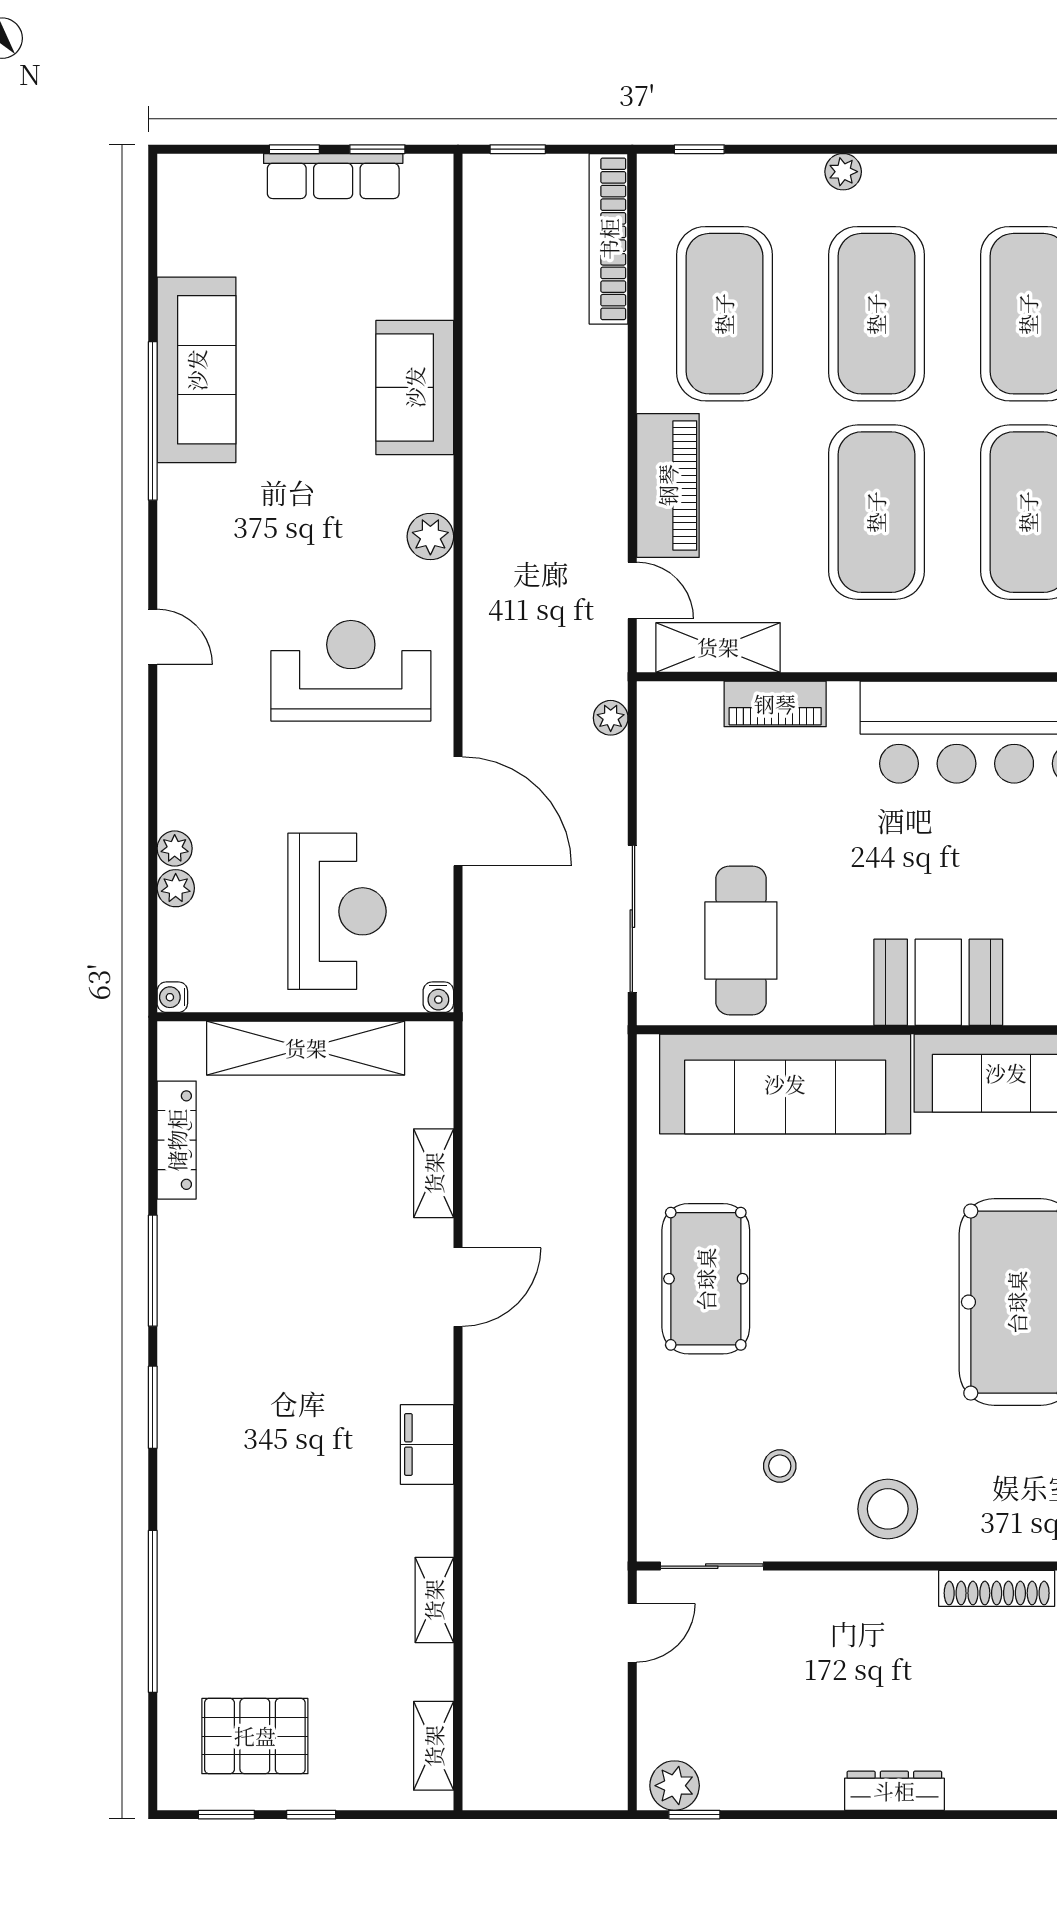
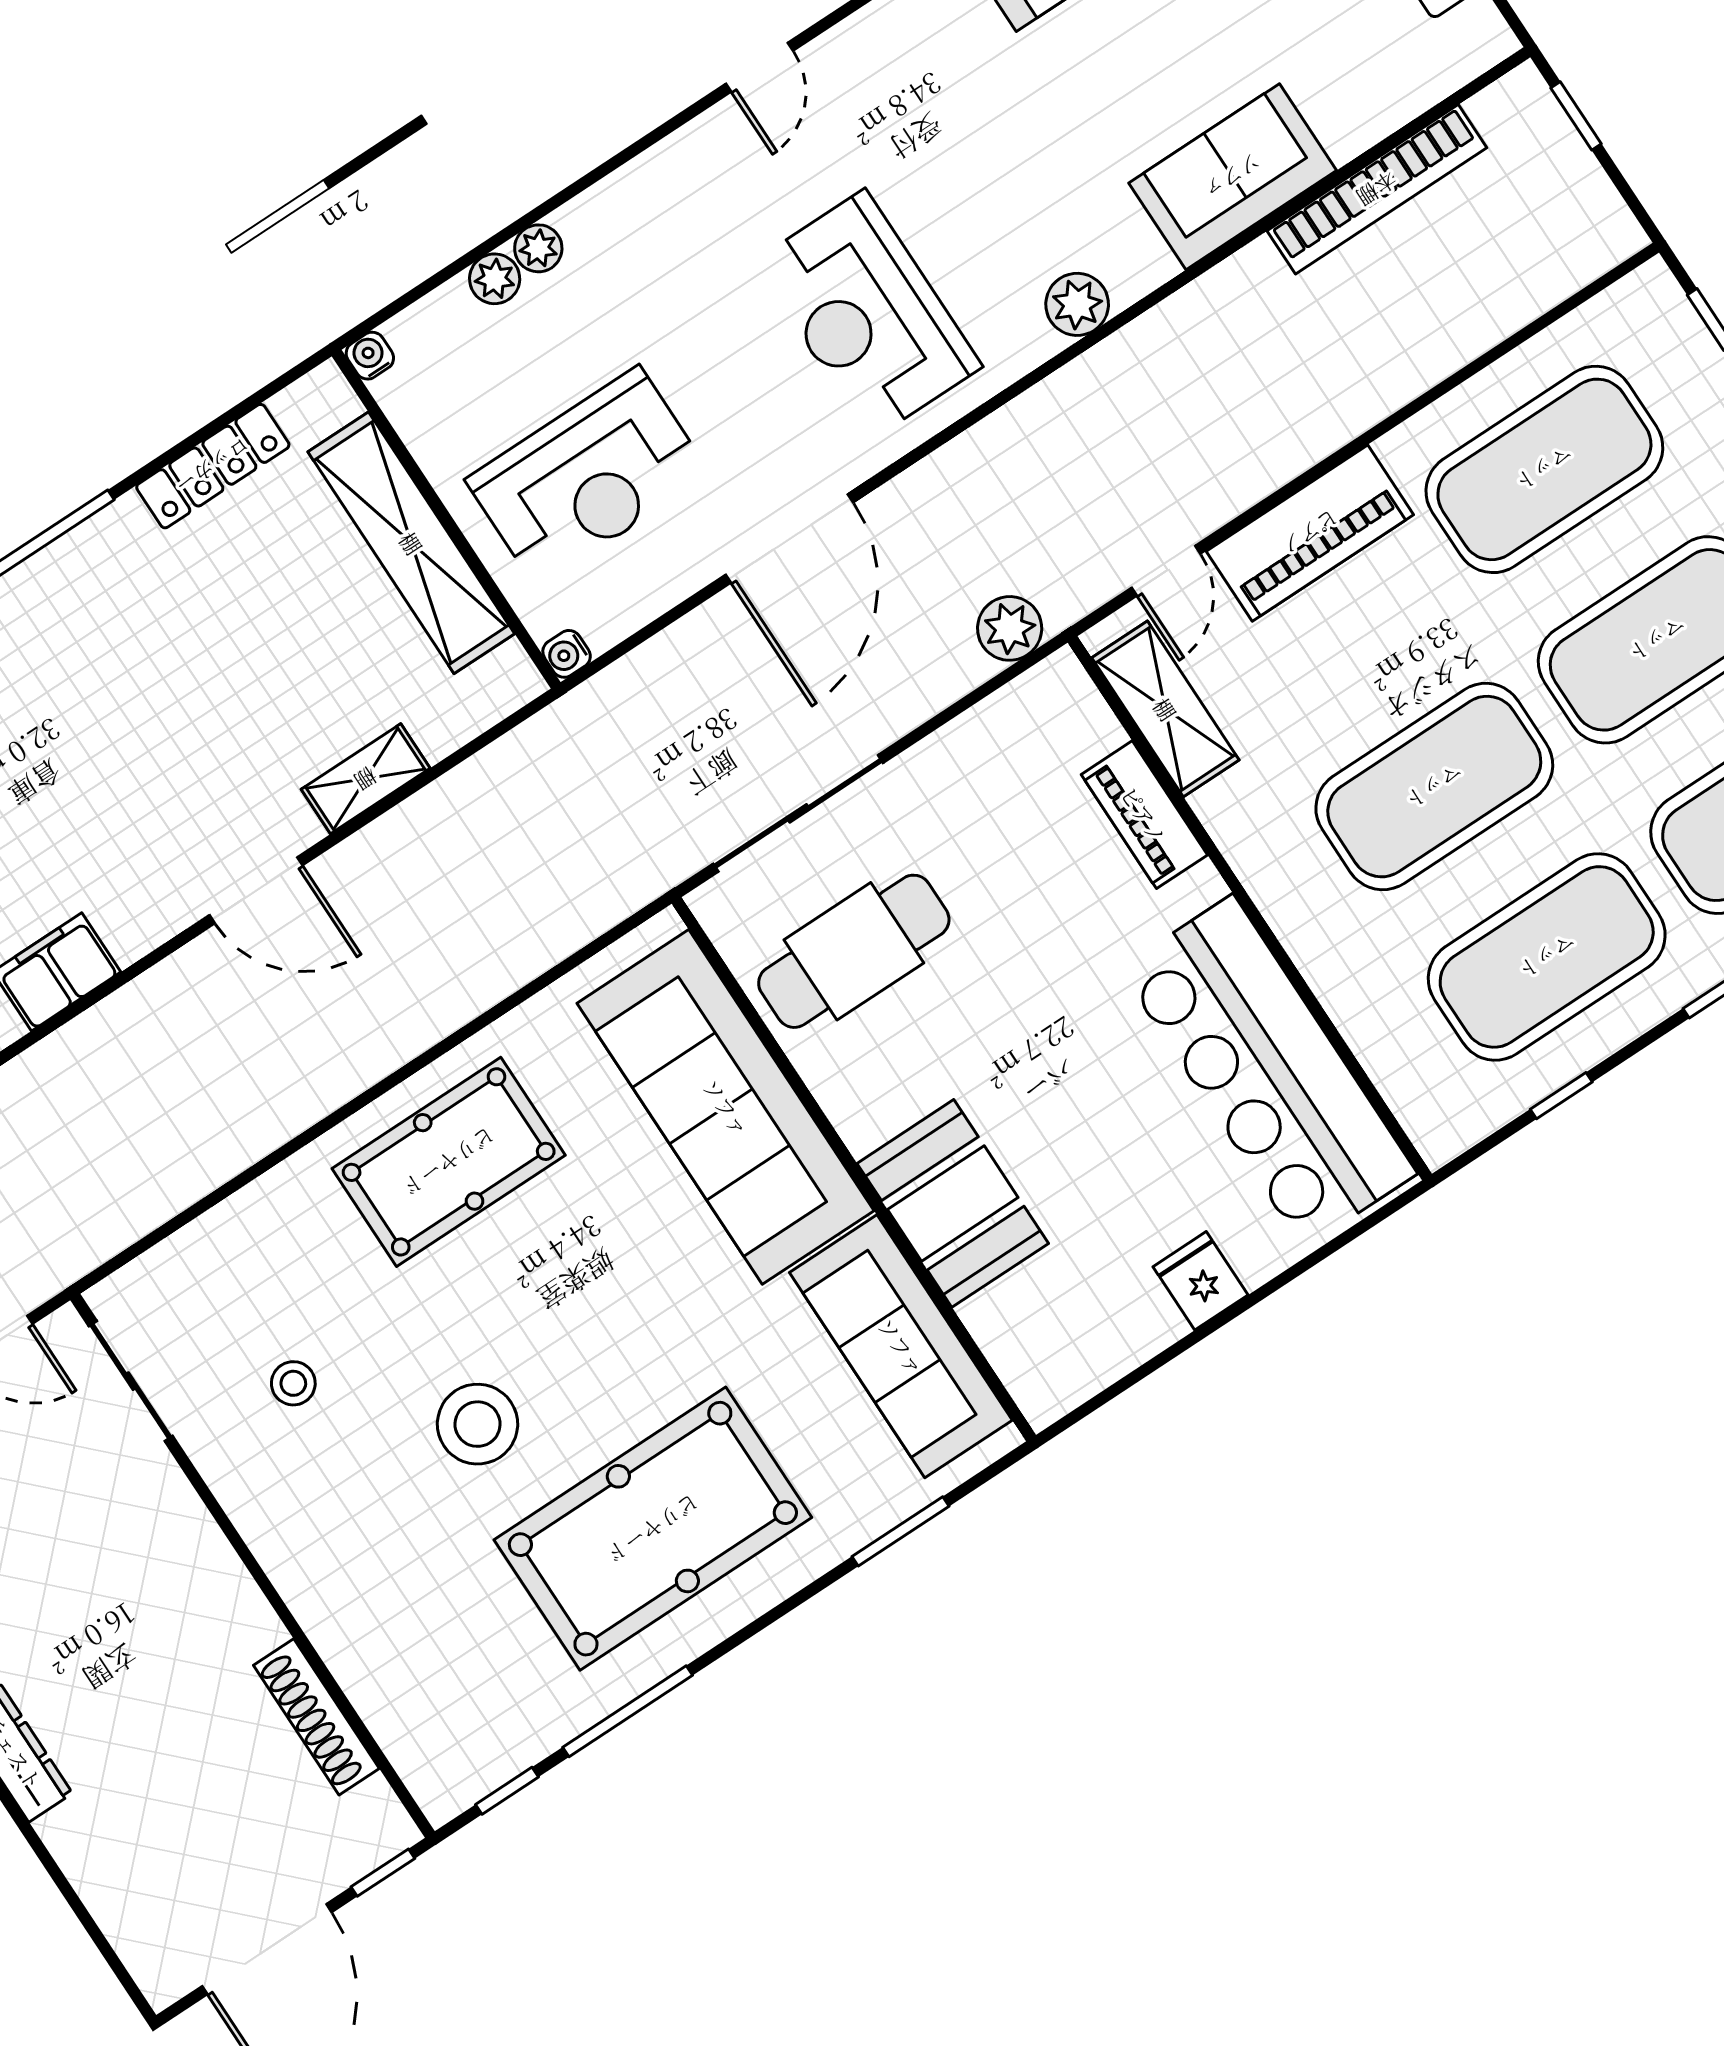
bookcase: (609, 239) -> (1377, 189), moved, turned 180
reception desk: (351, 671) -> (868, 314), turned 180
plant: (611, 718) -> (1010, 628), width x1.38, depth x1.38
stool: (888, 1509) -> (478, 1424), moved

